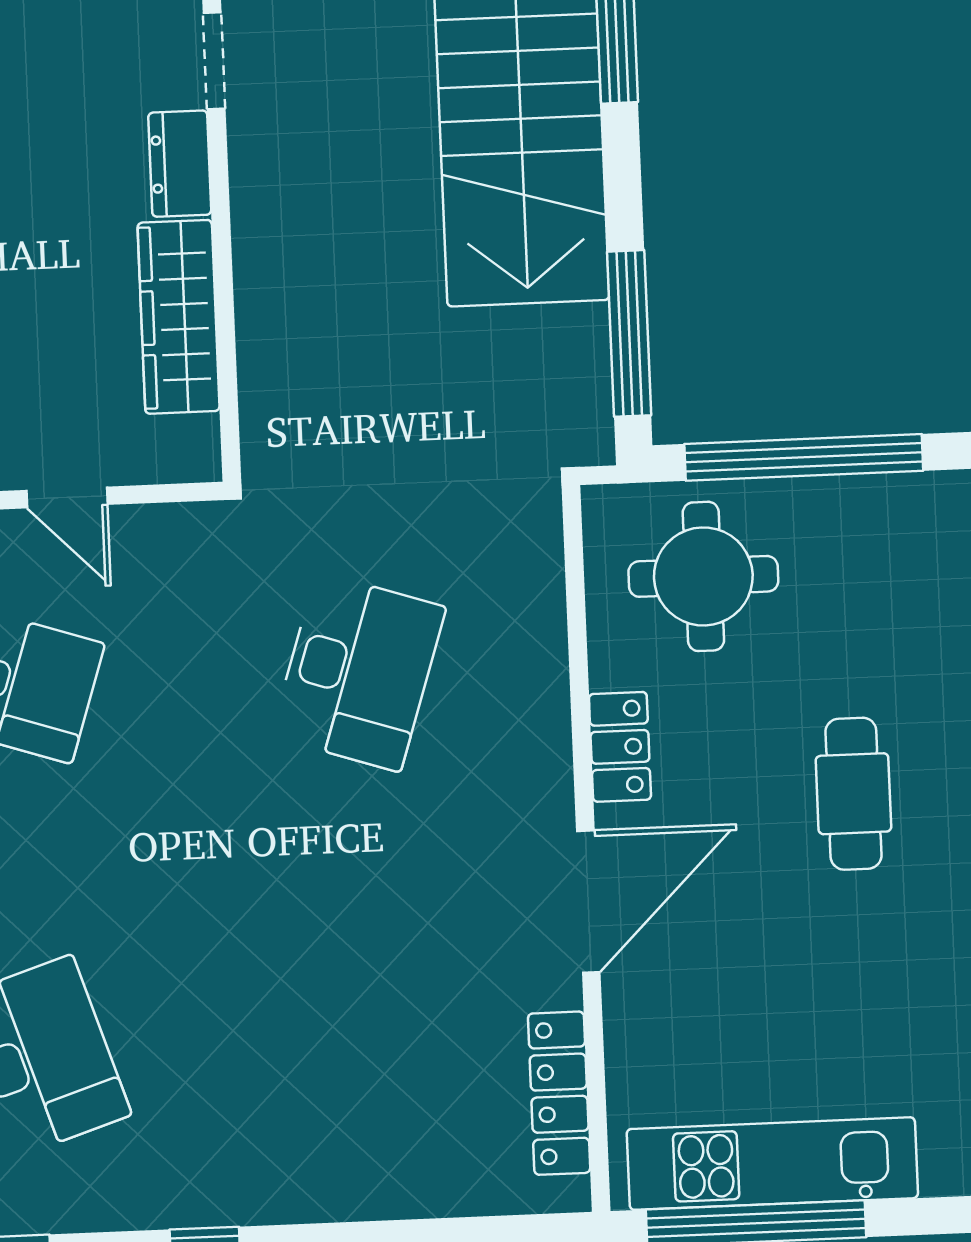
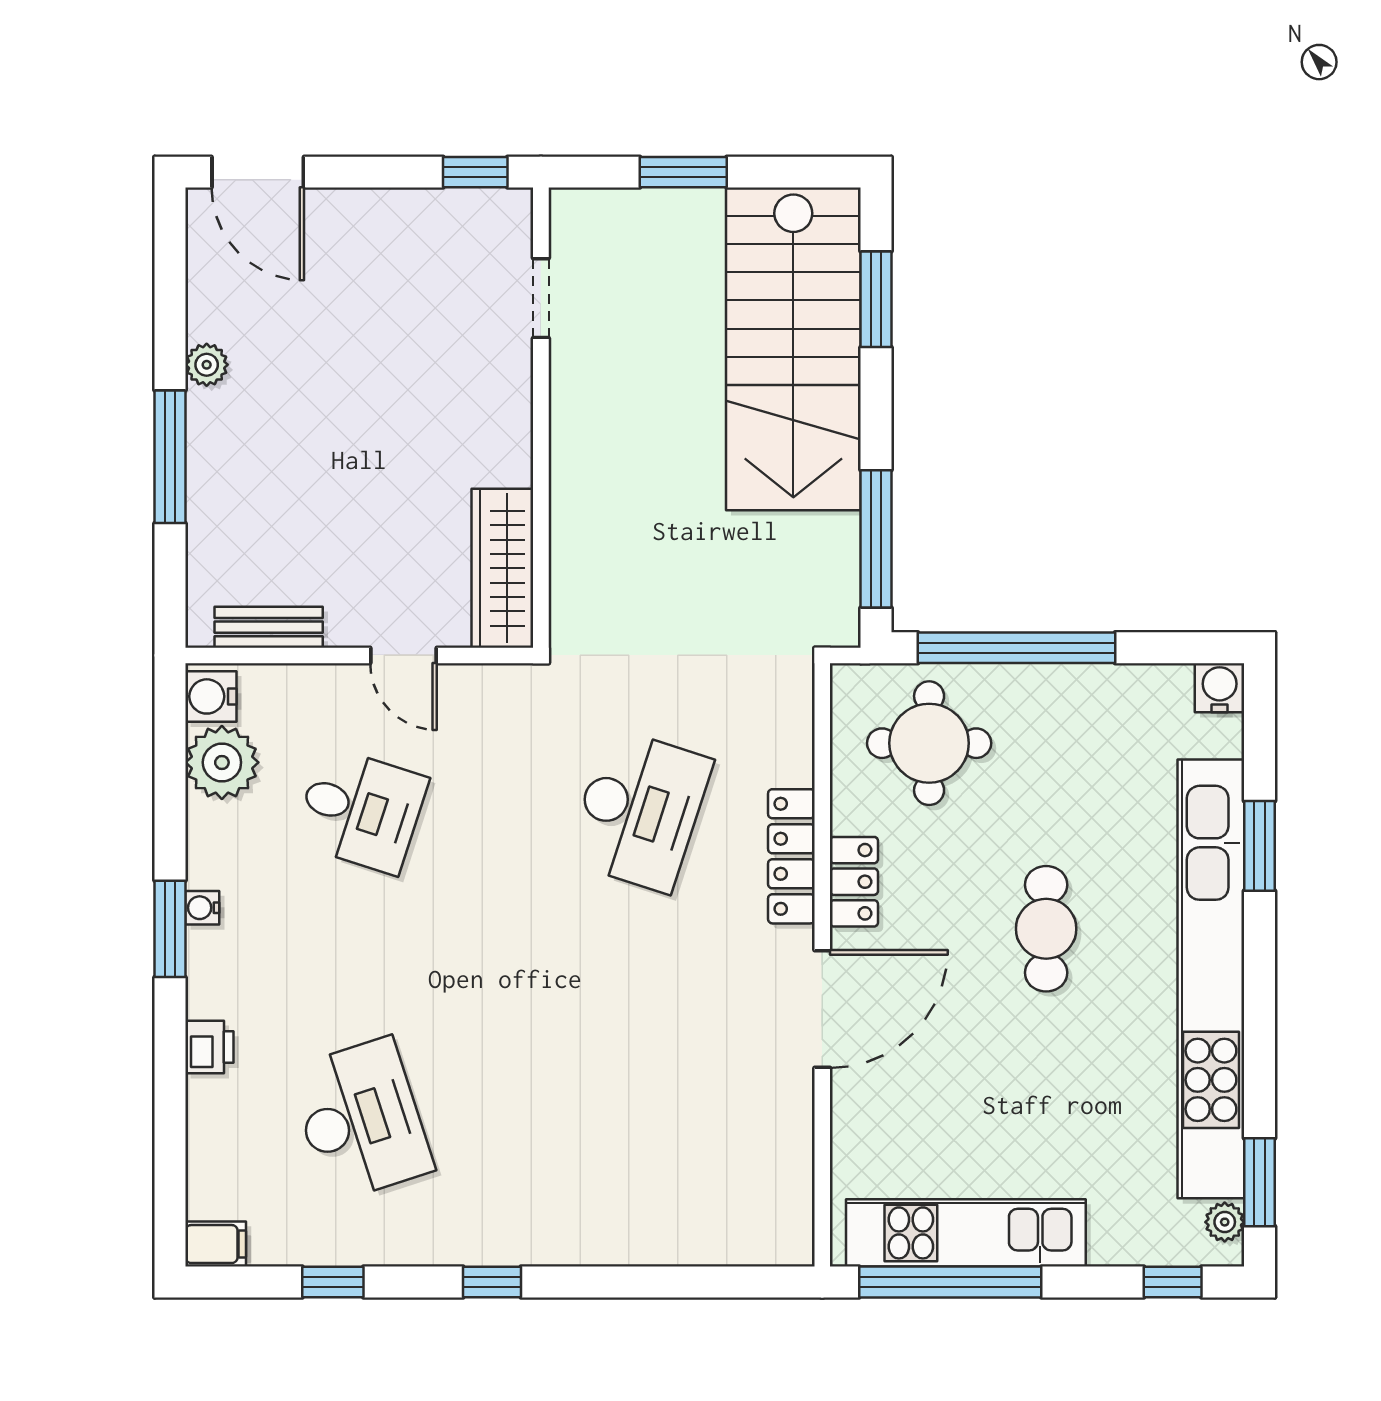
dresser: (180, 164) -> (509, 382), removed
wardrobe: (179, 317) -> (502, 568), moved
locker: (559, 1093) -> (791, 856), moved

